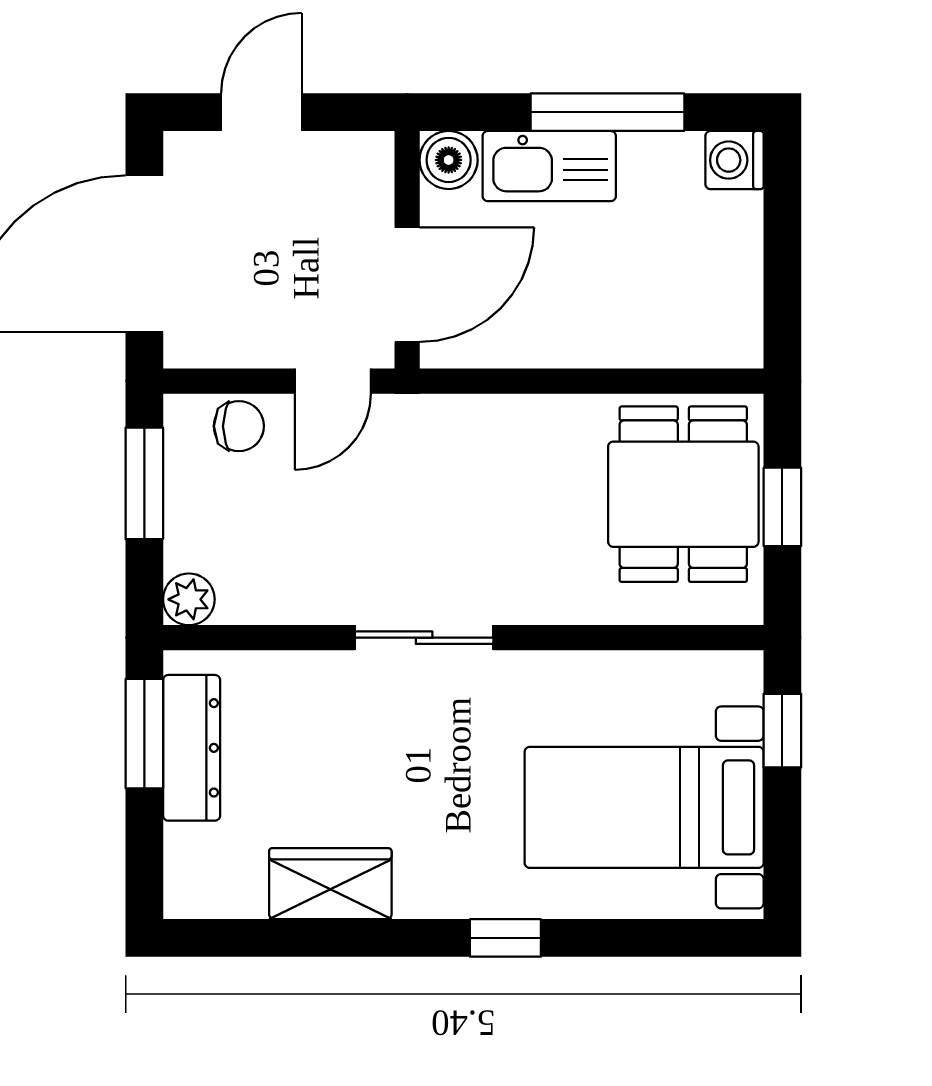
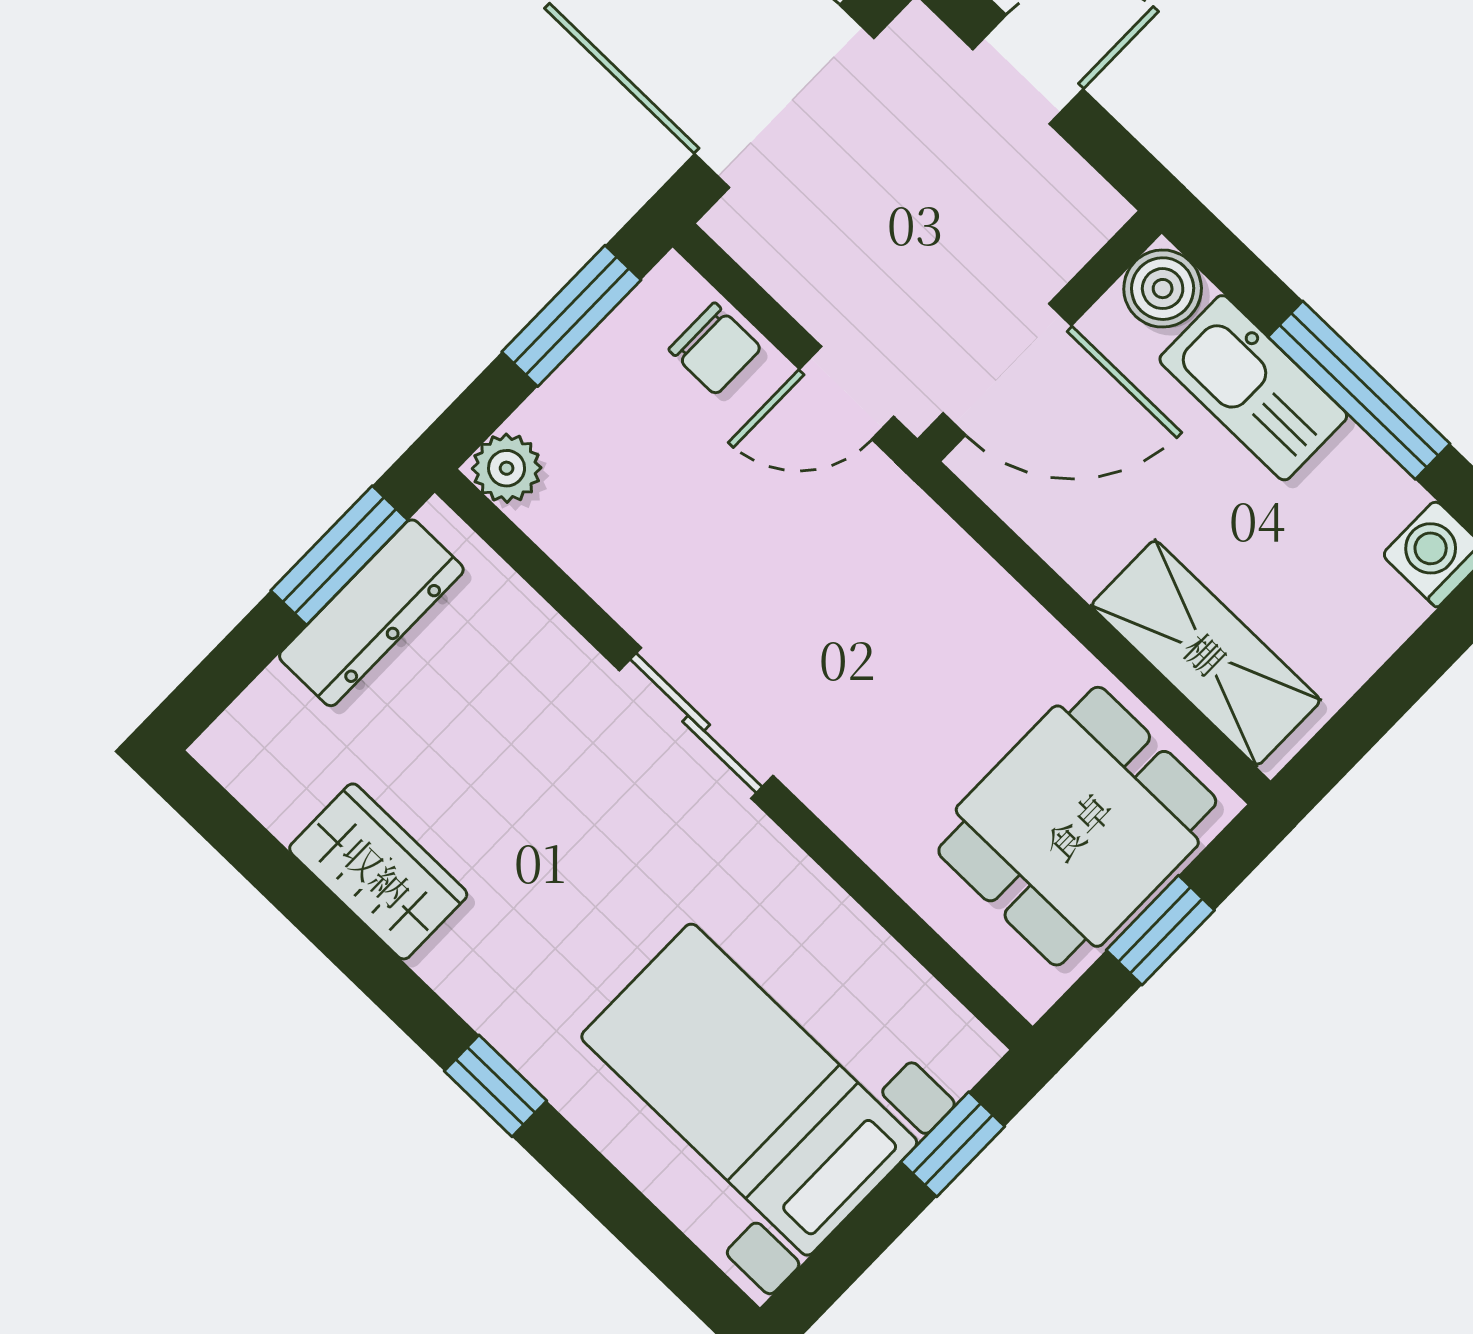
shelving: (662, 334) -> (1206, 653), added

